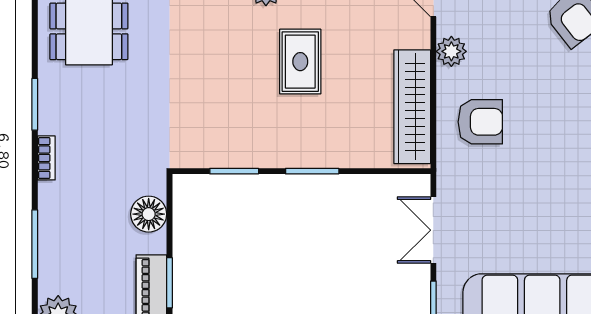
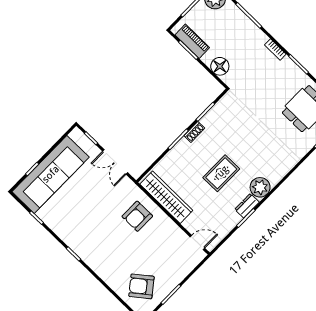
plant: (451, 51) -> (172, 230), removed
rug: (300, 62) -> (221, 173), turned 90
shoe rack: (279, 158) -> (194, 132), added
double door: (433, 230) -> (115, 162), swing flipped

